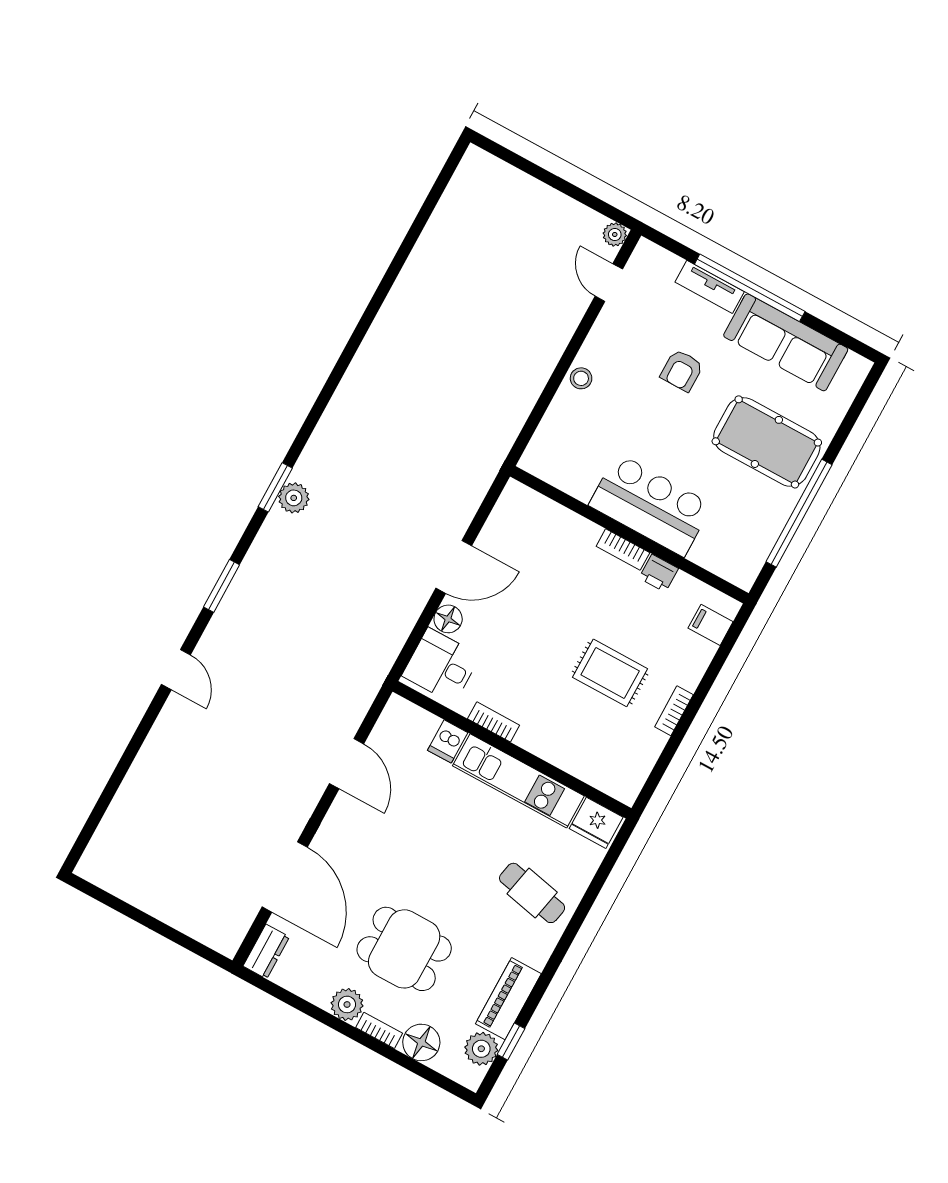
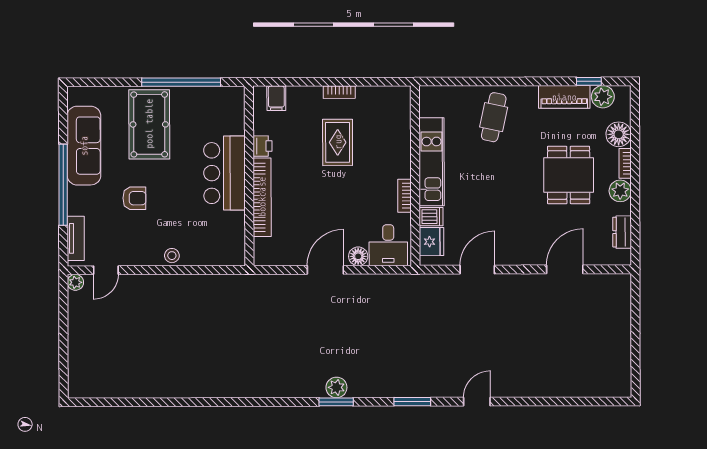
tv unit: (710, 287) -> (76, 238), moved
bookcase: (623, 549) -> (262, 197), width x2.31, depth x1.31
door: (454, 567) -> (325, 270), hinge flipped
fridge: (596, 823) -> (431, 242), moved
door: (285, 877) -> (565, 269), width x0.73
dresser: (266, 951) -> (622, 232), moved, turned -90

